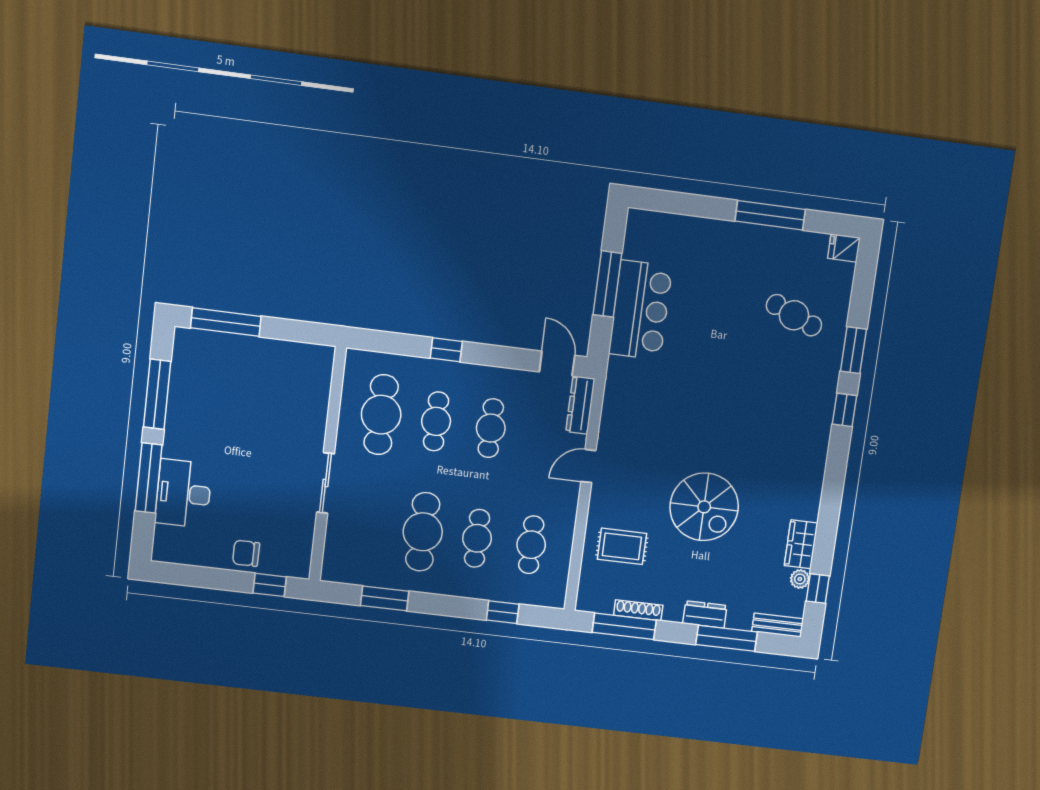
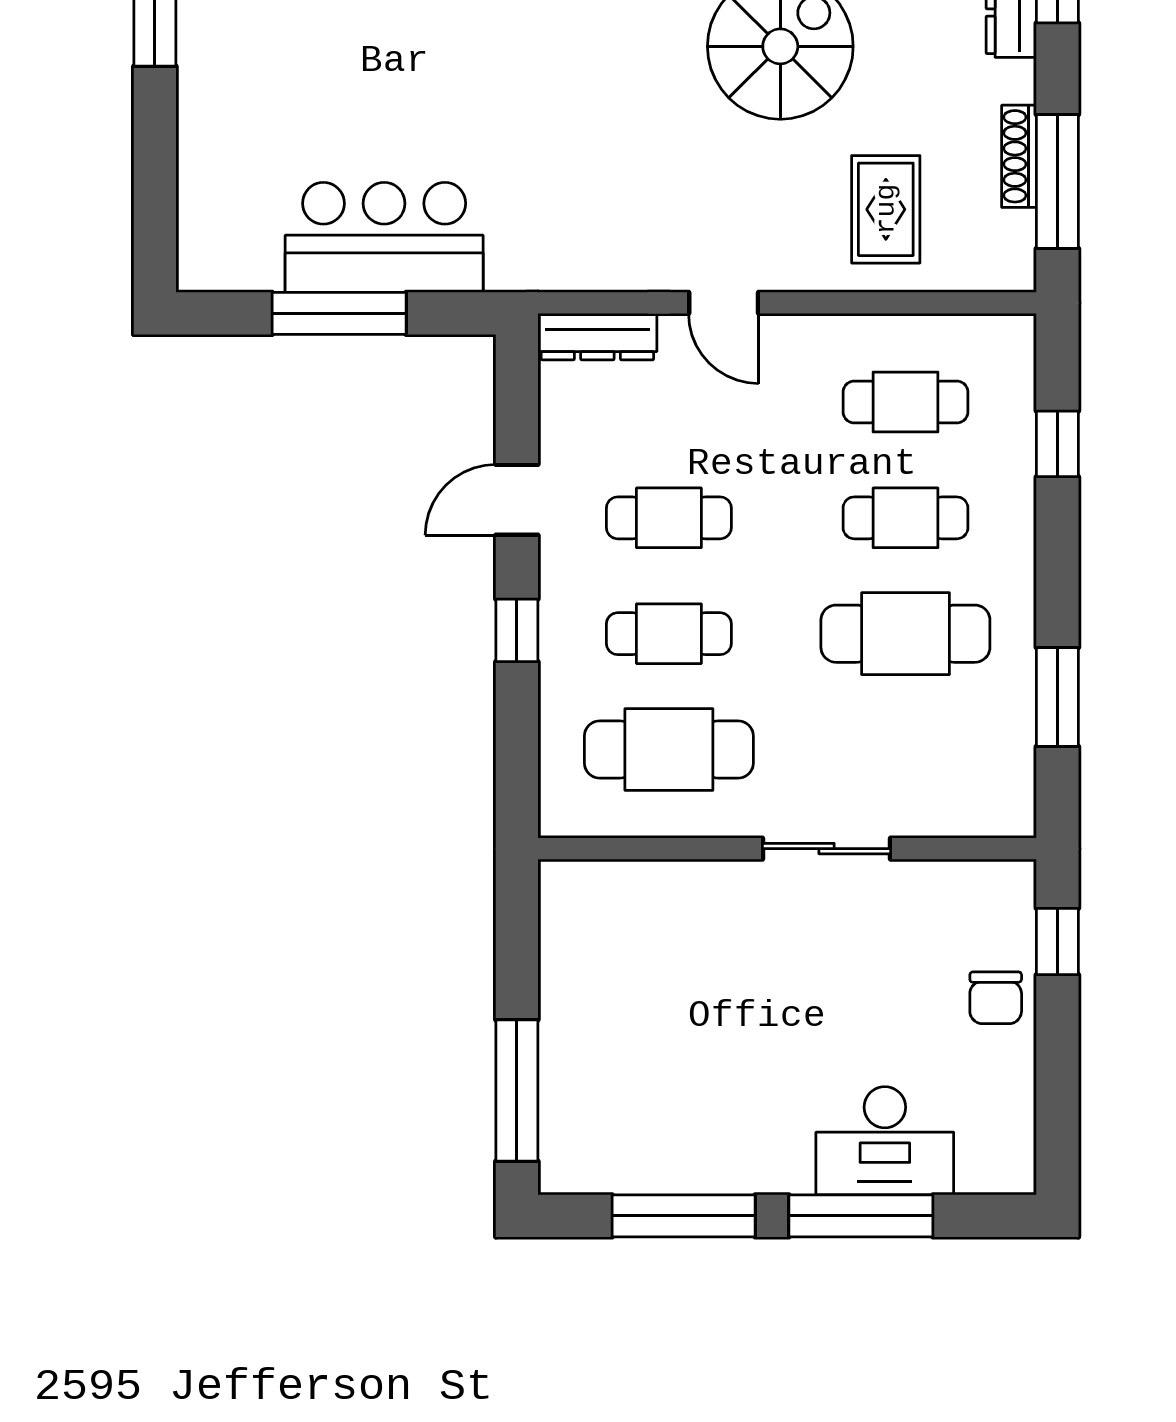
door: (557, 364) -> (517, 500), moved

